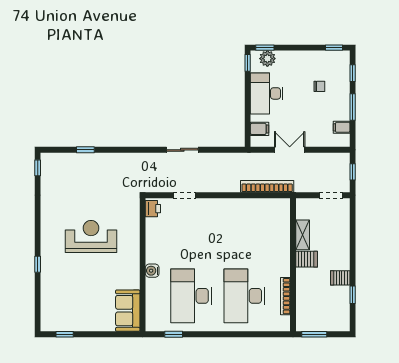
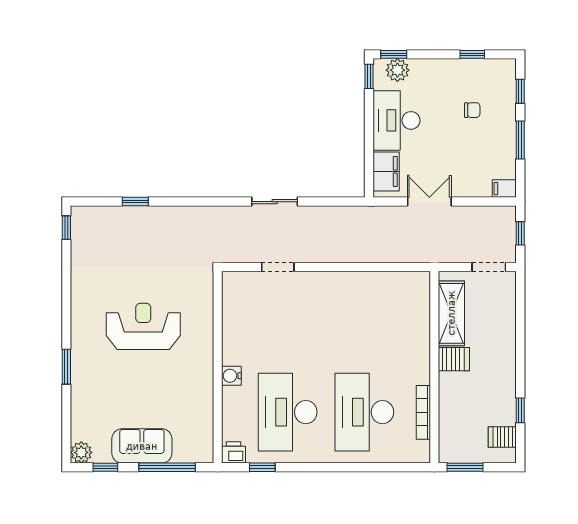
window: (334, 48) -> (472, 54), moved
filing cabinet: (342, 127) -> (504, 189), moved
filing cabinet: (260, 129) -> (386, 172), width x2.00
bookcase: (267, 186) -> (397, 254), removed
printer: (153, 209) -> (234, 452), moved, turned -90
shelving: (303, 235) -> (451, 313), width x1.50, depth x1.33
window: (38, 264) -> (66, 367), width x1.50
server rack: (340, 278) -> (502, 437), moved
sofa: (128, 311) -> (142, 446), moved, turned 90
plant: (48, 324) -> (81, 452), added
window: (107, 334) -> (167, 467), added

